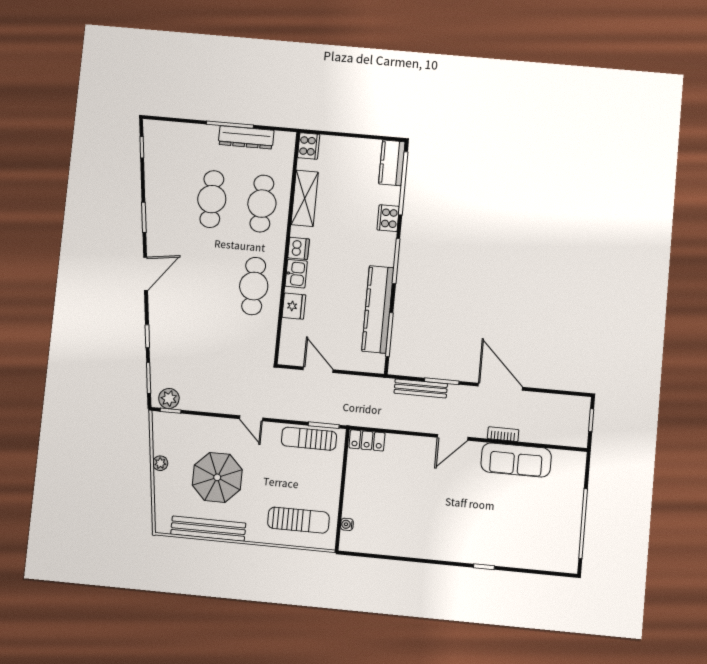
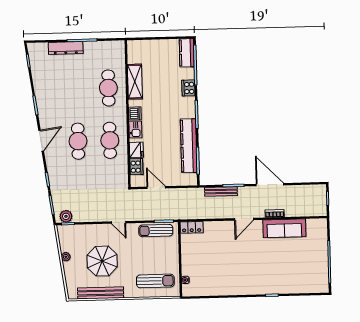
dresser: (246, 137) -> (66, 48), moved
cooker: (309, 146) -> (136, 167), moved
cafe table: (212, 199) -> (78, 141), moved

